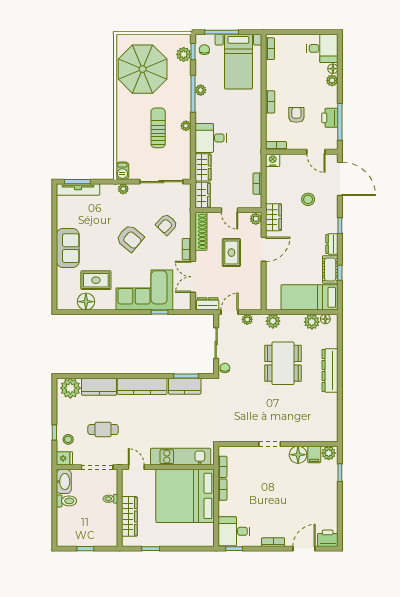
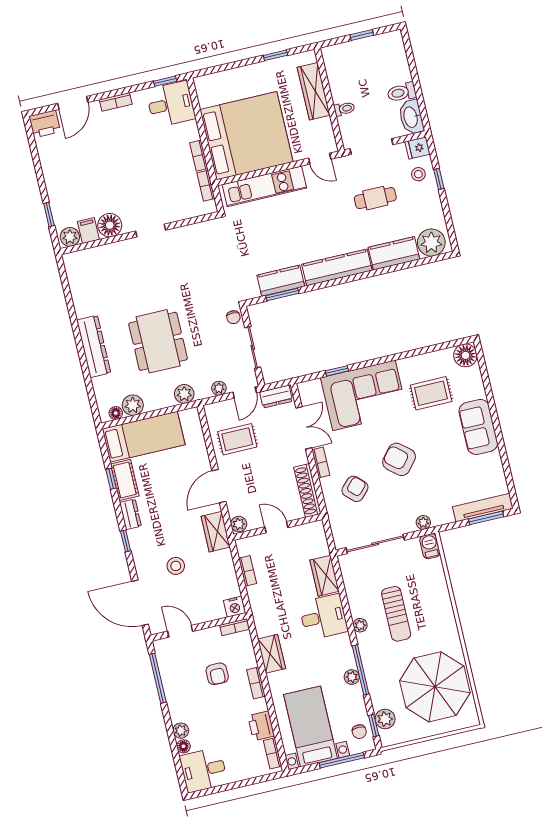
printer: (330, 118) -> (261, 726), moved, turned 180
wardrobe: (203, 195) -> (272, 654), moved, turned 180
rug: (231, 253) -> (237, 439), moved, turned 90
floor lamp: (86, 302) -> (465, 355), moved

